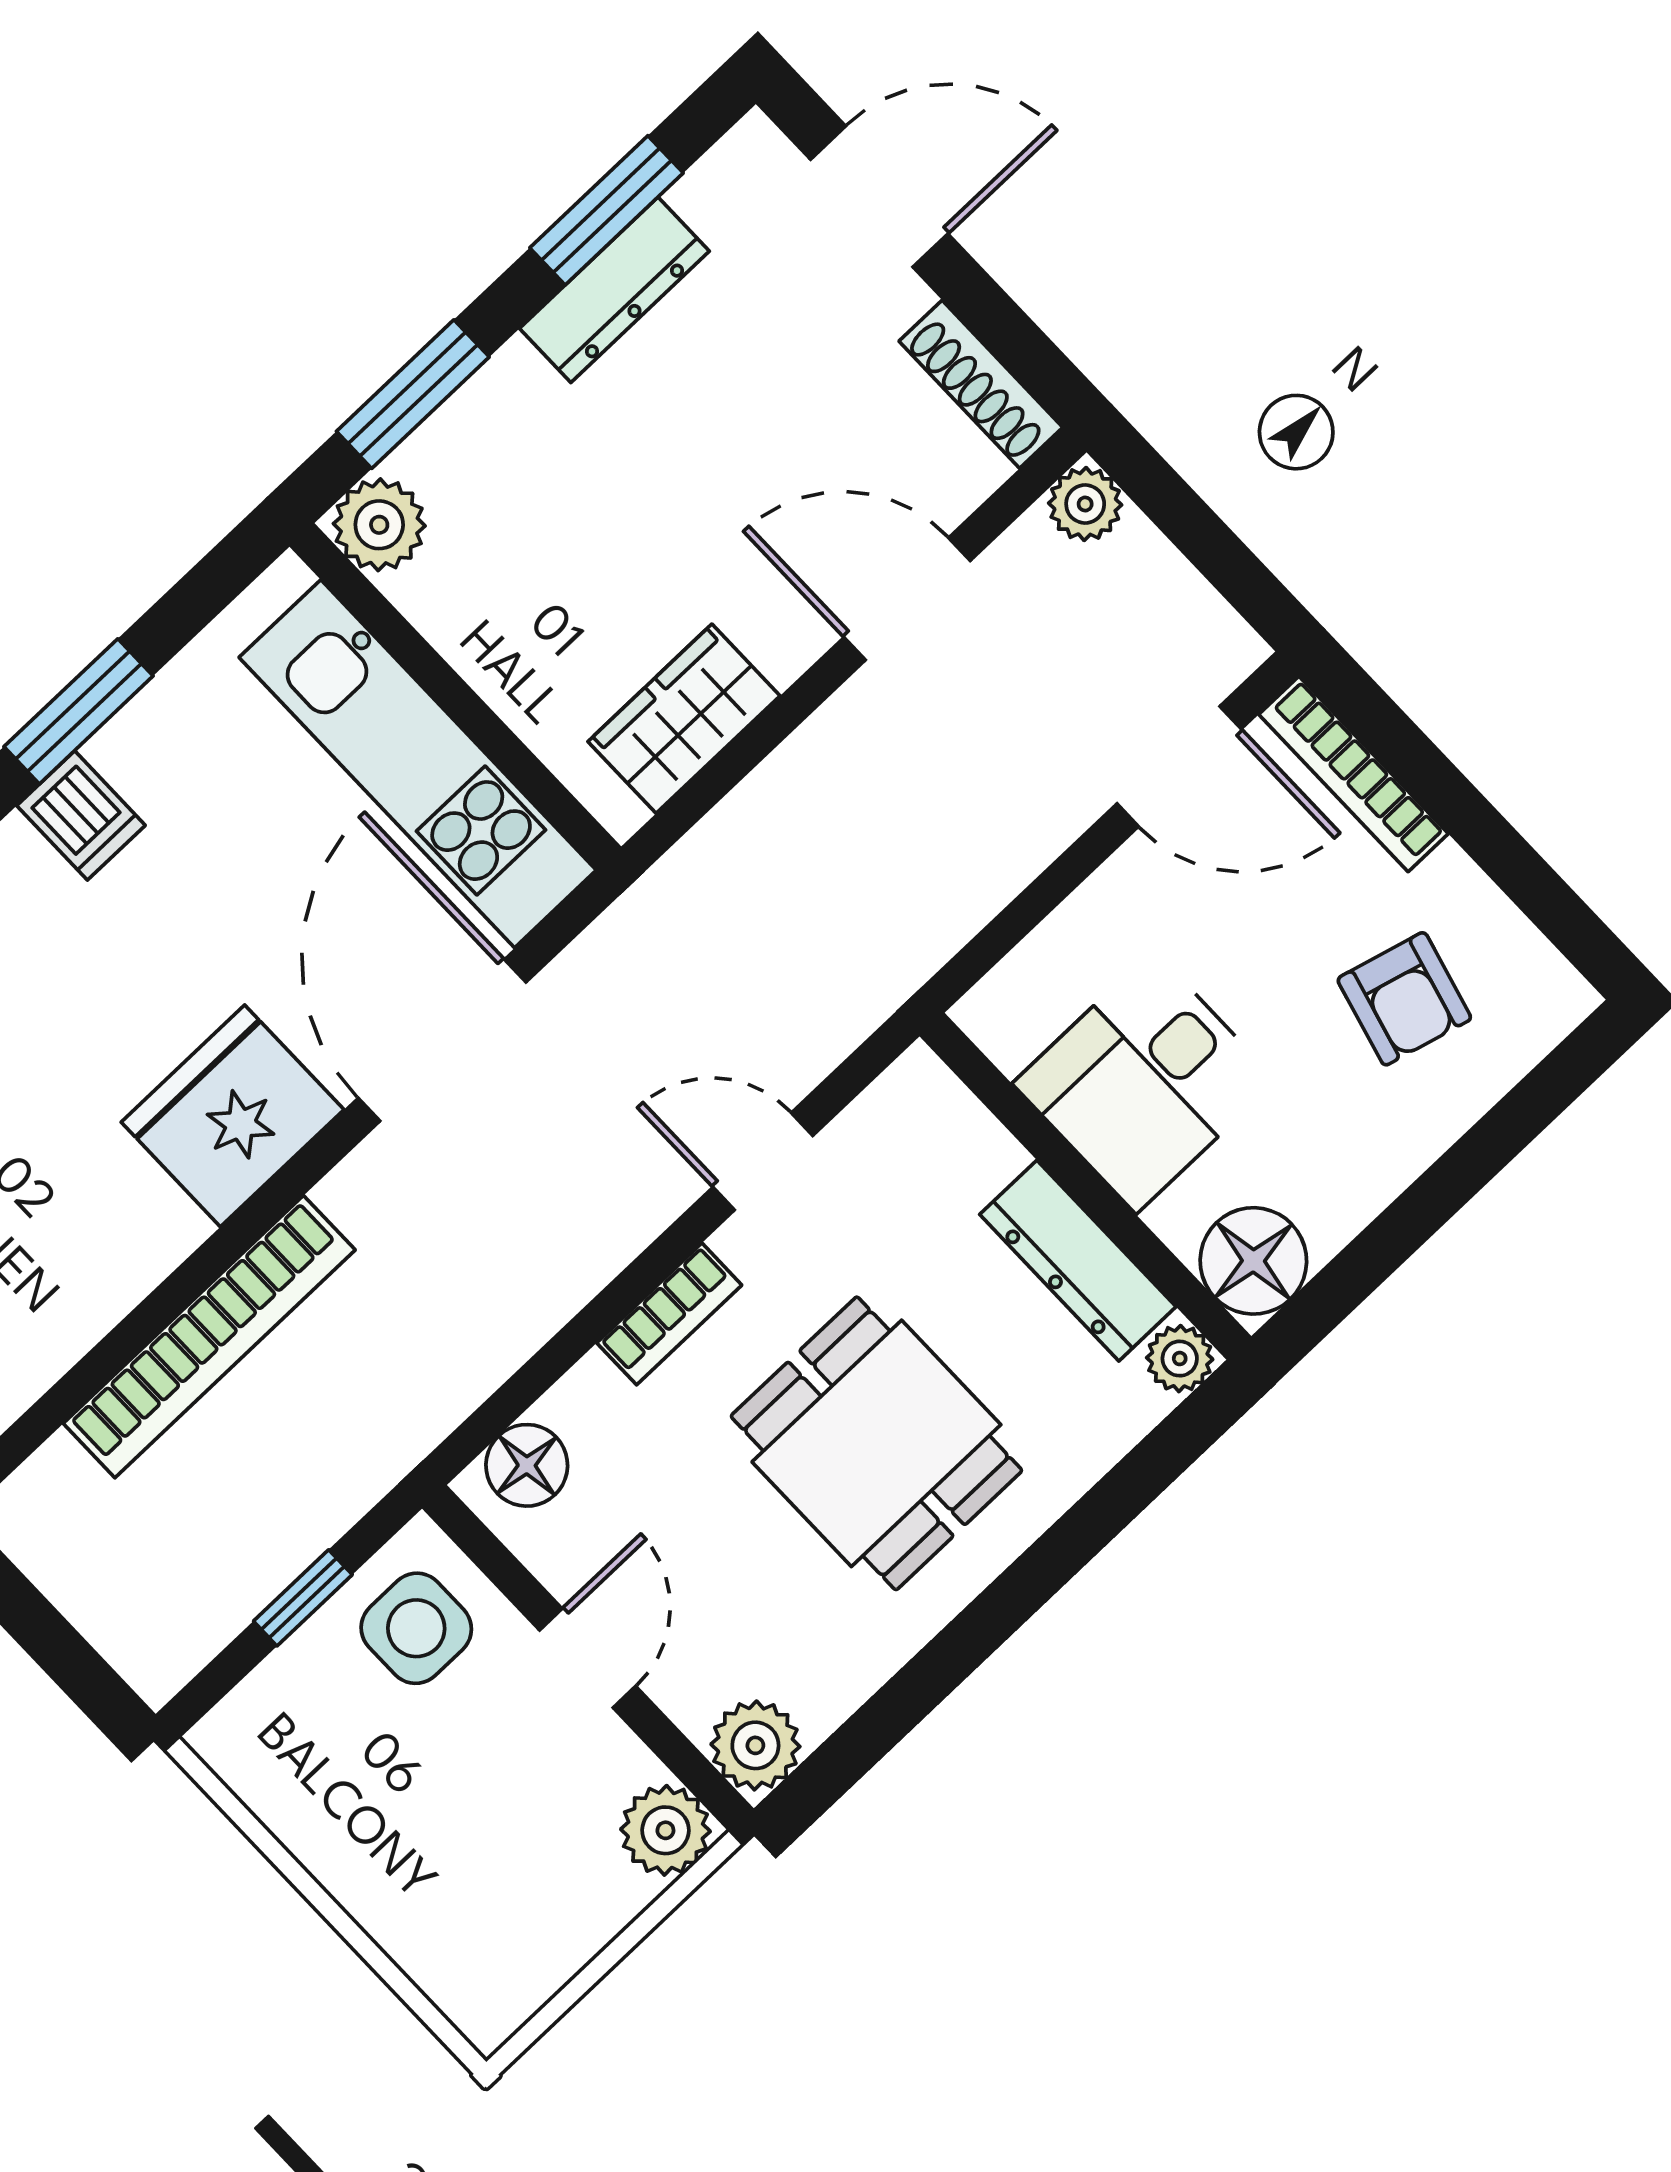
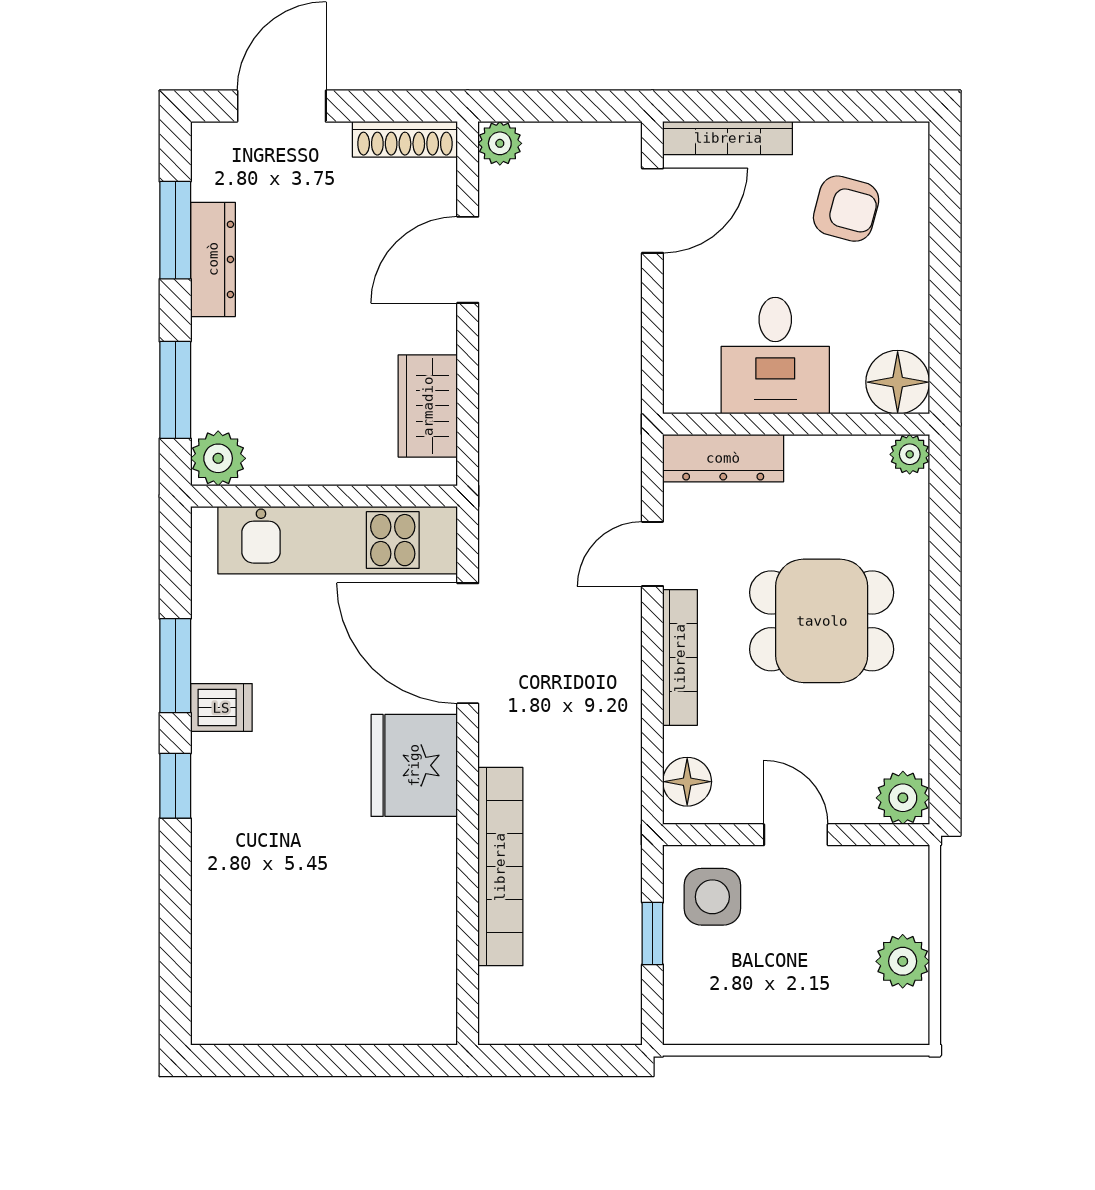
dresser: (1078, 1261) -> (723, 458), moved
bookcase: (669, 1314) -> (680, 658), width x1.56
plant: (665, 1830) -> (903, 961), moved

